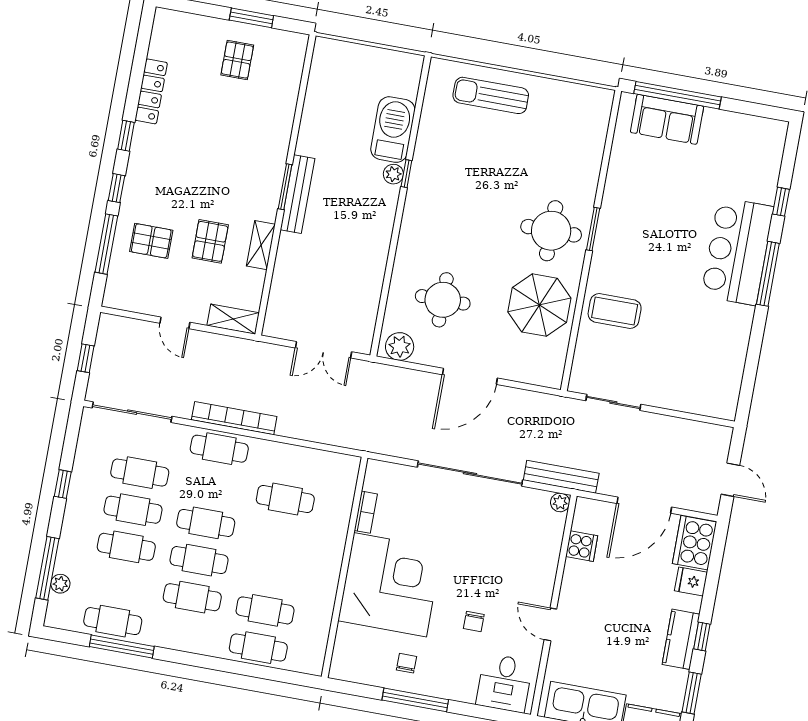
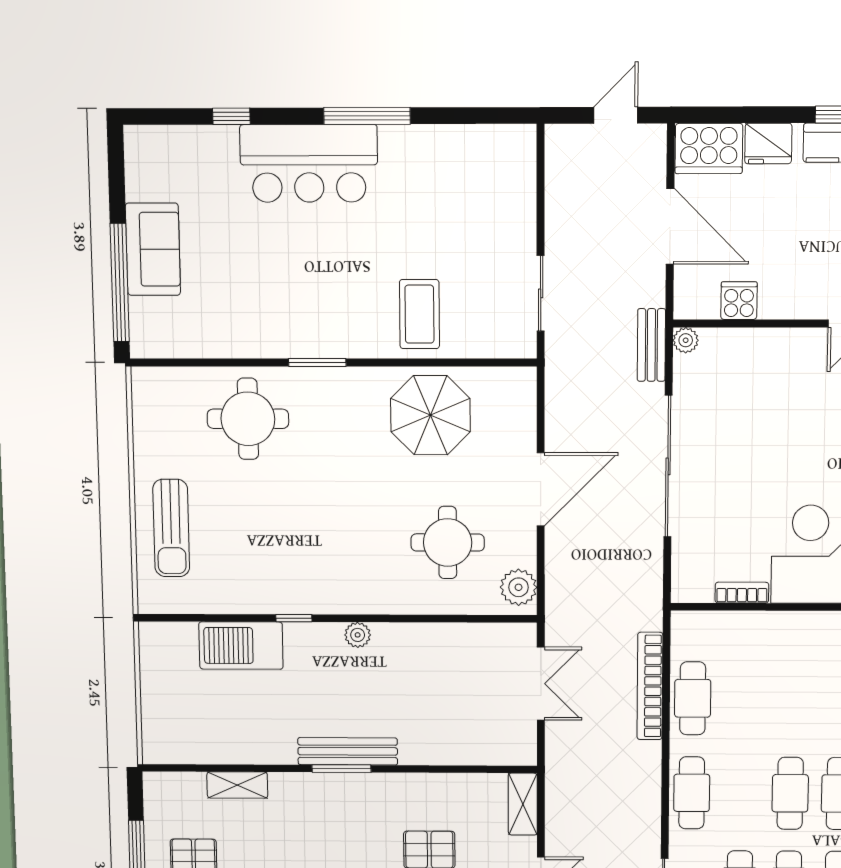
sofa: (667, 119) -> (153, 249), moved
plant: (393, 174) -> (358, 635), moved
round table: (551, 231) -> (248, 419), moved
shelving: (261, 245) -> (237, 785), moved
window: (768, 274) -> (367, 116), moved
door: (470, 376) -> (541, 489), hinge flipped
bookcase: (234, 418) -> (650, 686), moved
bench: (561, 477) -> (651, 345), width x0.73
cafe table: (285, 499) -> (693, 698), moved
fridge: (691, 581) -> (768, 144), width x1.38

